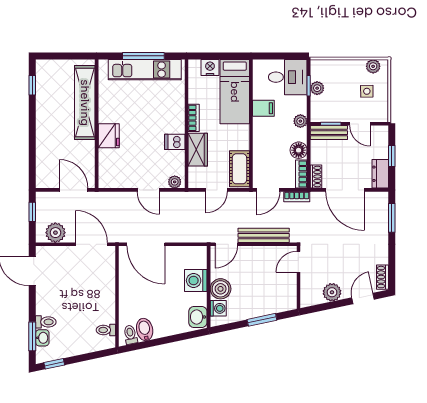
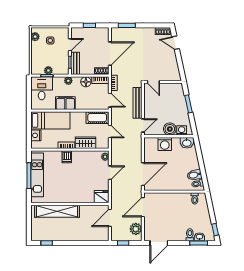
filing cabinet: (263, 108) -> (65, 103), width x2.00
fridge: (109, 136) -> (102, 197), moved
dishwasher: (175, 142) -> (67, 157), moved
dresser: (380, 174) -> (100, 32), removed
door: (226, 244) -> (143, 126), hinge flipped
plant: (332, 292) -> (172, 62), removed

